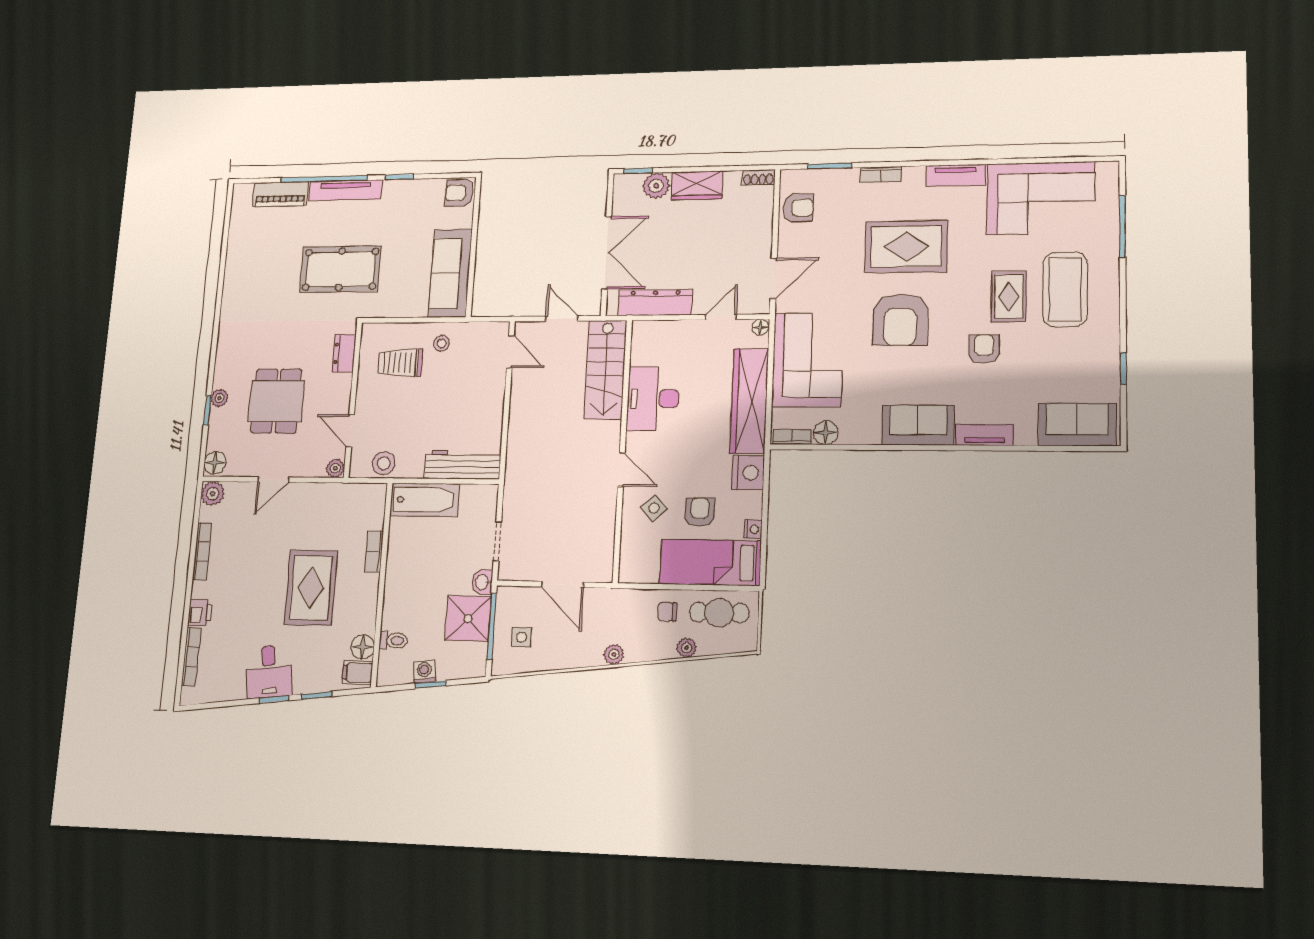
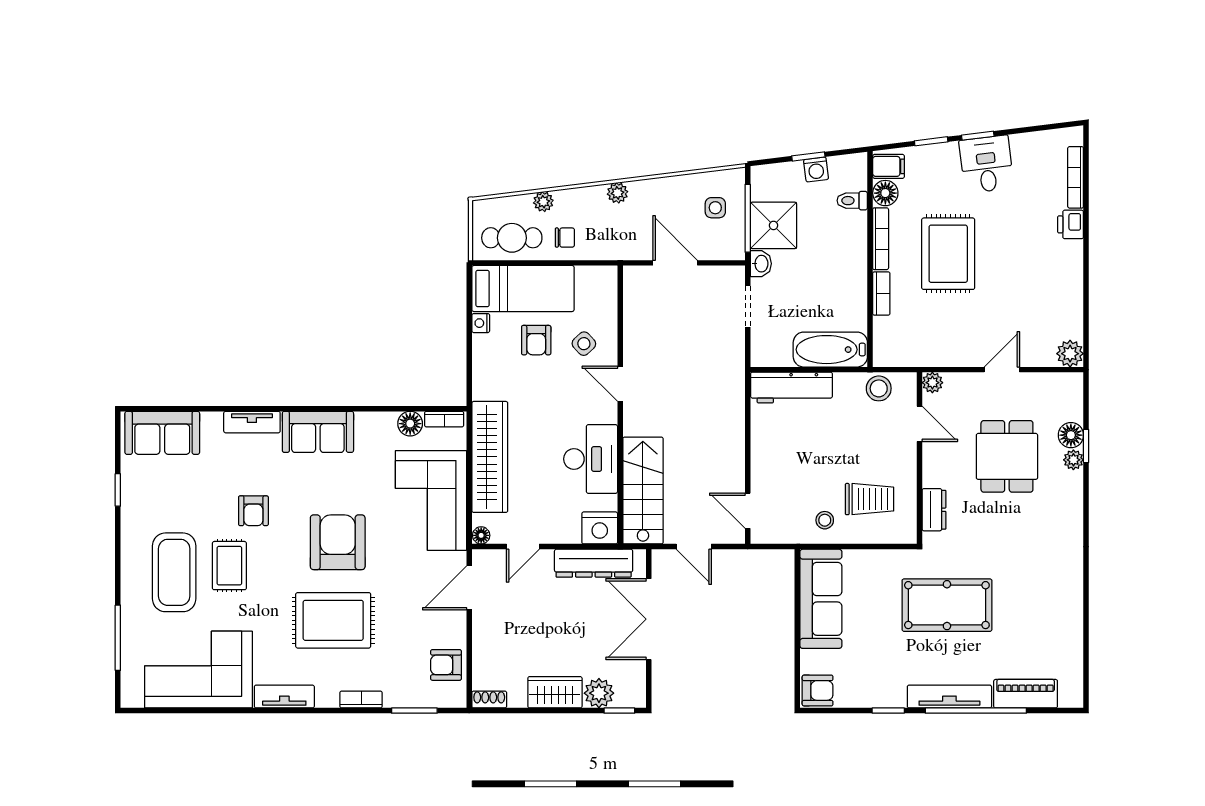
floor lamp: (215, 463) -> (1071, 435), moved
nightstand: (748, 473) -> (600, 528), moved, turned -90
bookcase: (202, 551) -> (881, 239), moved, turned 180

